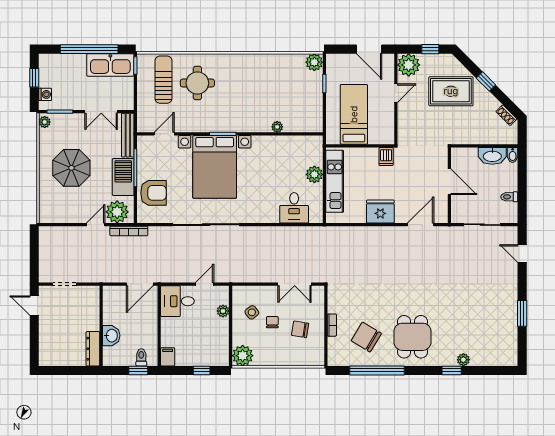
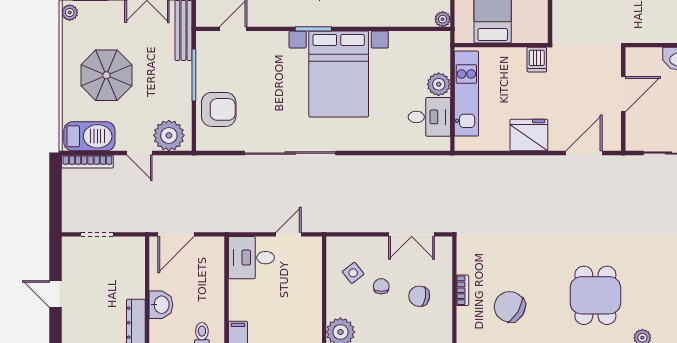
plant: (277, 127) -> (443, 19), moved
bed with nightstands: (215, 167) -> (339, 74), moved
barbecue: (123, 177) -> (89, 136), moved, turned 90
door: (449, 182) -> (623, 94), hinge flipped
desk: (294, 208) -> (429, 117), moved, turned -90
door: (96, 225) -> (140, 153), swing flipped
bookcase: (129, 231) -> (87, 162), moved
door: (140, 284) -> (176, 234), moved
door: (34, 306) -> (56, 294), moved
plant: (223, 311) -> (314, 271), removed
dining table: (413, 337) -> (595, 295), moved

